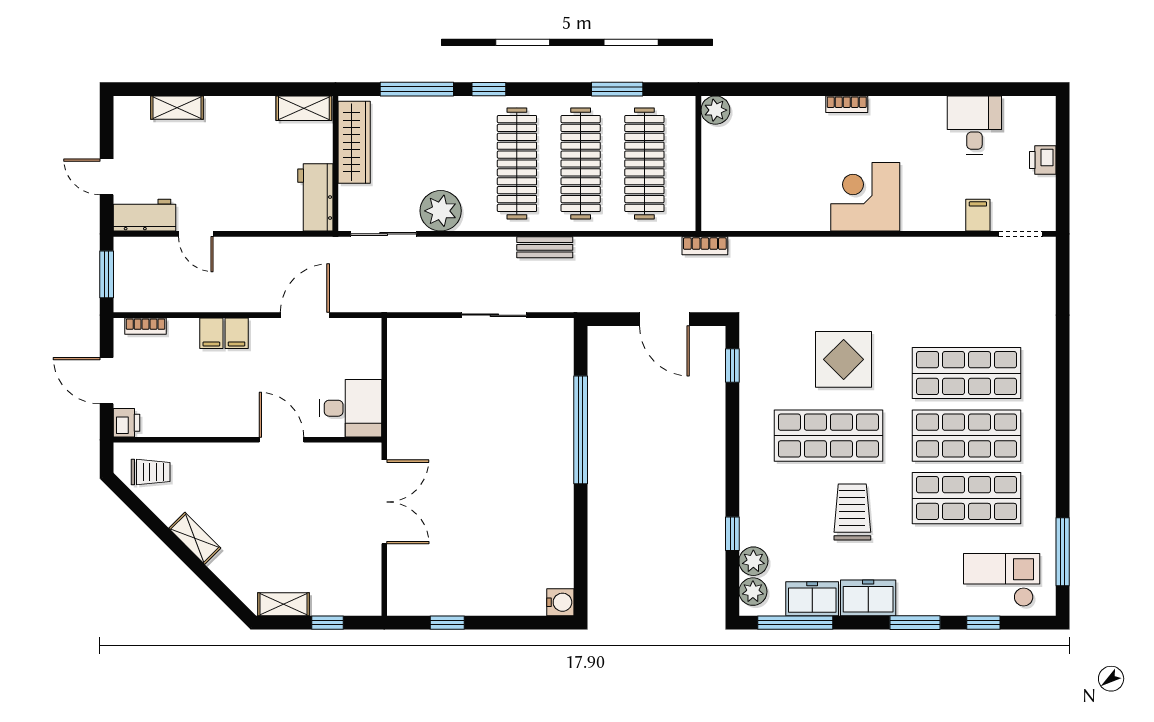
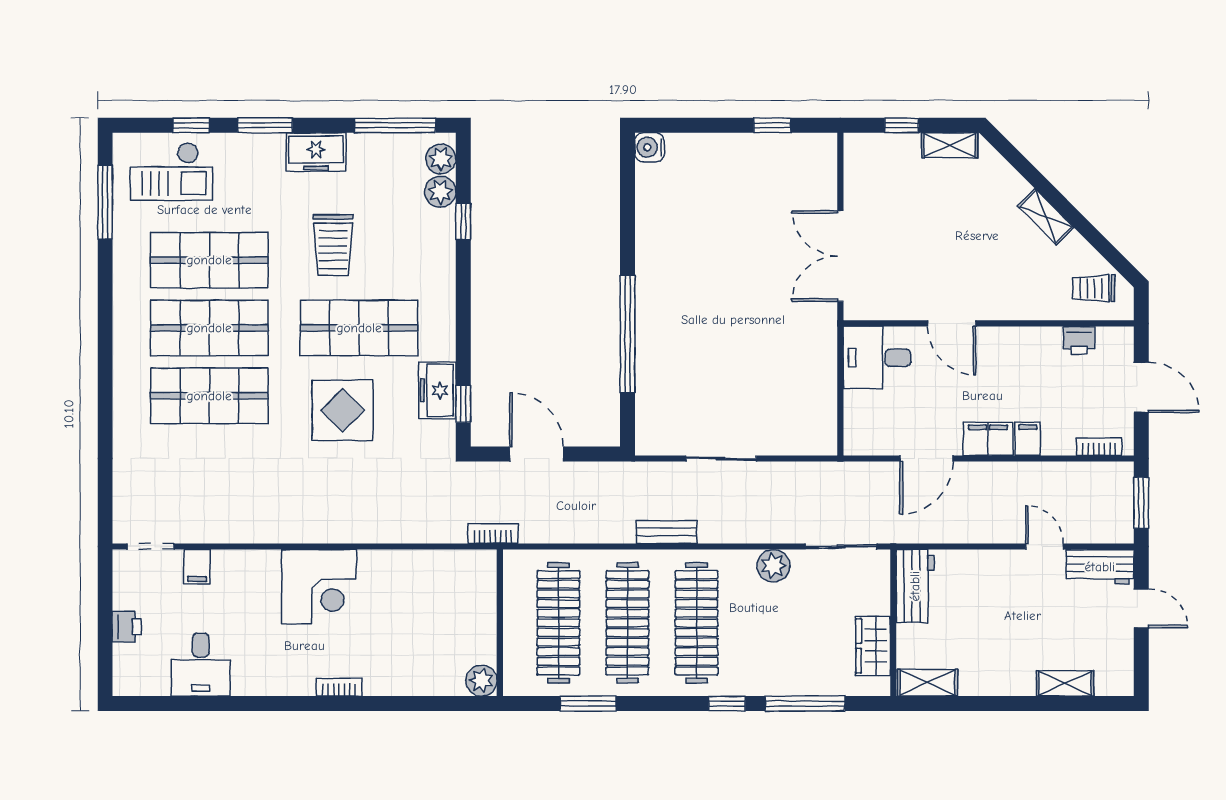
wardrobe: (354, 142) -> (873, 646), width x0.67
plant: (441, 211) -> (773, 566), width x0.73, depth x0.73
filing cabinet: (237, 333) -> (988, 439), width x2.00
printer: (127, 423) -> (1079, 341), moved, turned -90
freezer: (812, 599) -> (437, 390), moved, turned 90

